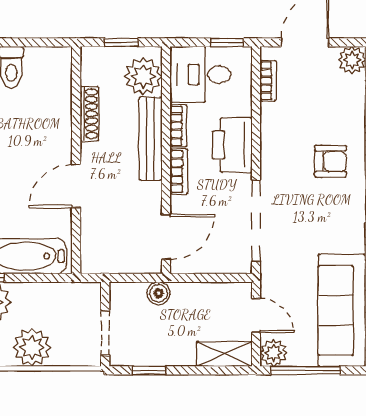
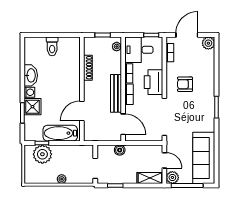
plant: (143, 76) -> (117, 47), width x0.53, depth x0.53
bench: (150, 139) -> (116, 93), moved
armchair: (330, 161) -> (185, 84), moved, turned 180
door: (76, 186) -> (82, 111), moved
door: (166, 237) -> (123, 124), hinge flipped
plant: (32, 347) -> (62, 179), width x0.53, depth x0.53

